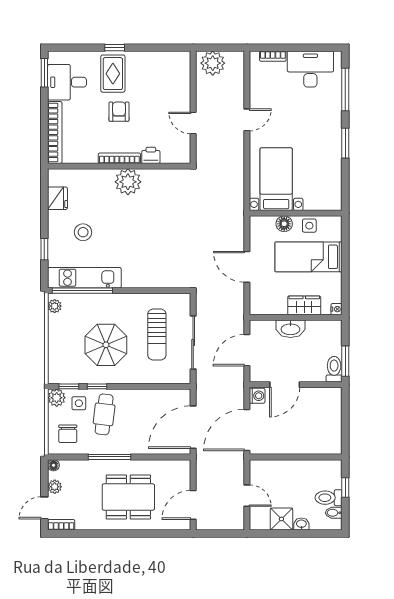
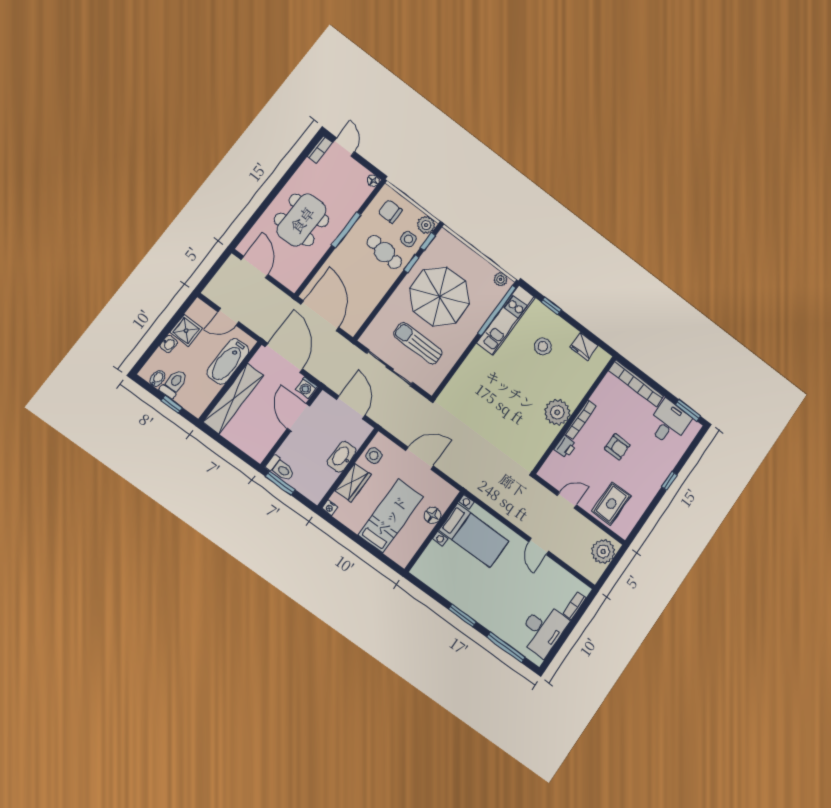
rug: (113, 74) -> (611, 504), moved, turned 90
side table: (309, 226) -> (374, 456), moved
parasol: (106, 345) -> (440, 296), width x1.36, depth x1.36
shelving: (307, 445) -> (233, 399), added
bathtub: (282, 470) -> (228, 362), added
plant: (55, 487) -> (355, 168), removed

